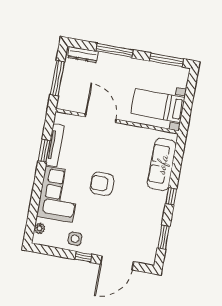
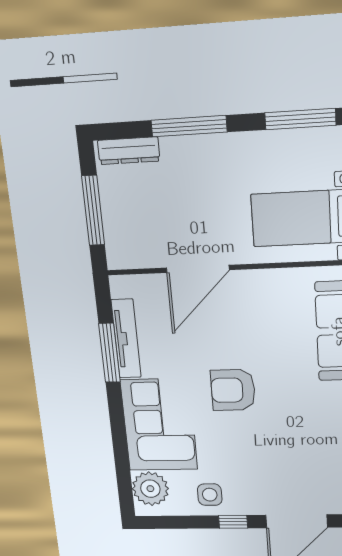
door: (101, 118) -> (198, 269), swing flipped
window: (44, 151) -> (109, 353), width x1.44
plant: (39, 228) -> (150, 489), width x1.87, depth x1.87

